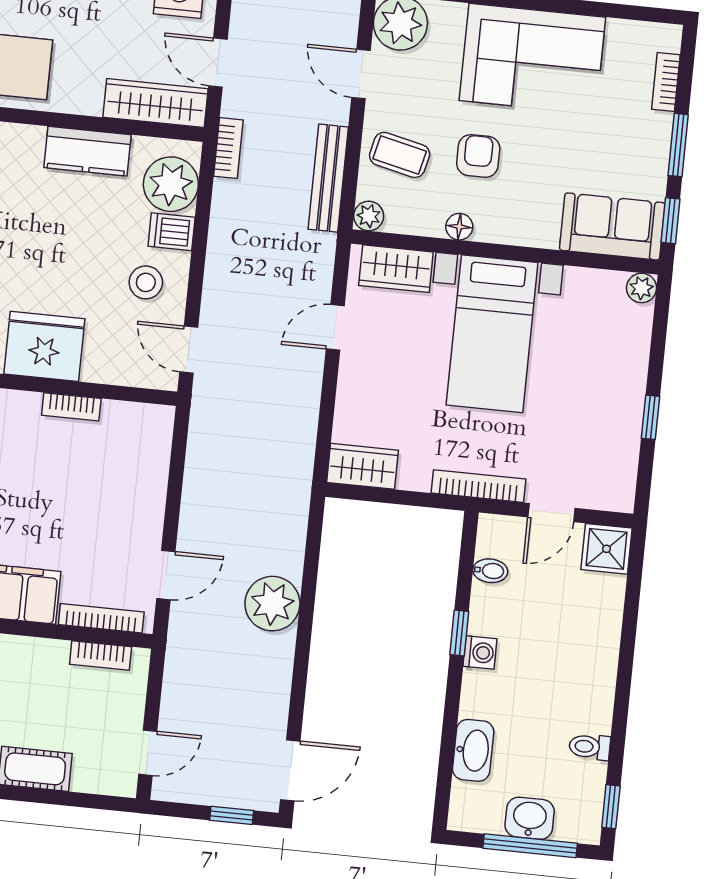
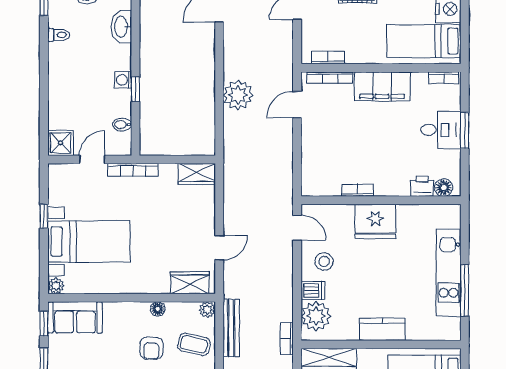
kitchen counter: (88, 151) -> (382, 329), moved
bed with nightstands: (492, 334) -> (89, 241), moved, turned 90

